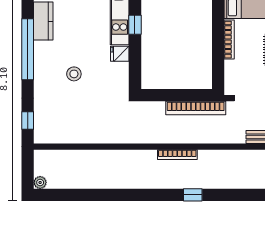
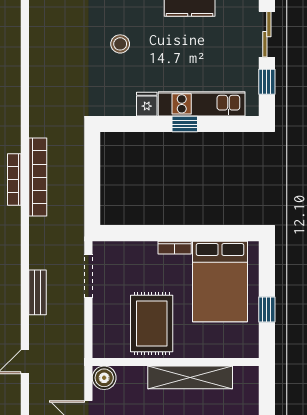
bookcase: (229, 40) -> (175, 248), width x0.64
bookcase: (196, 108) -> (38, 177), moved, turned 180

